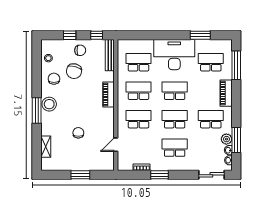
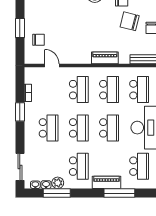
window: (236, 65) -> (119, 193), moved
chair: (78, 133) -> (39, 40), moved

